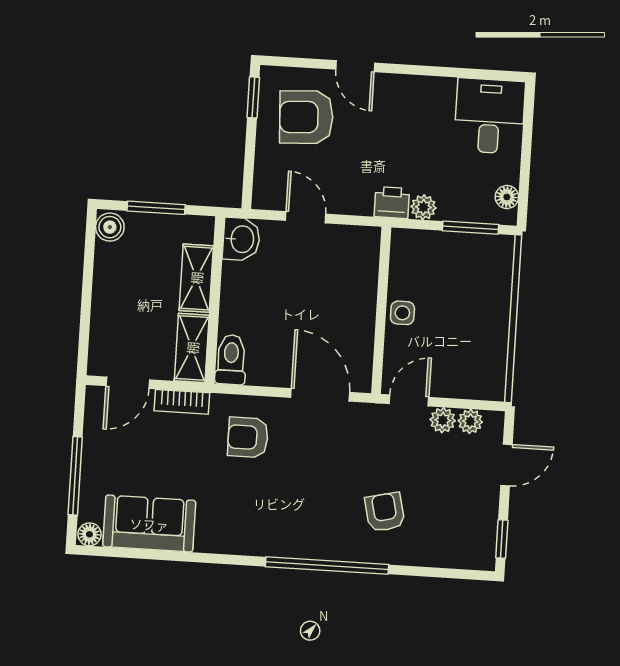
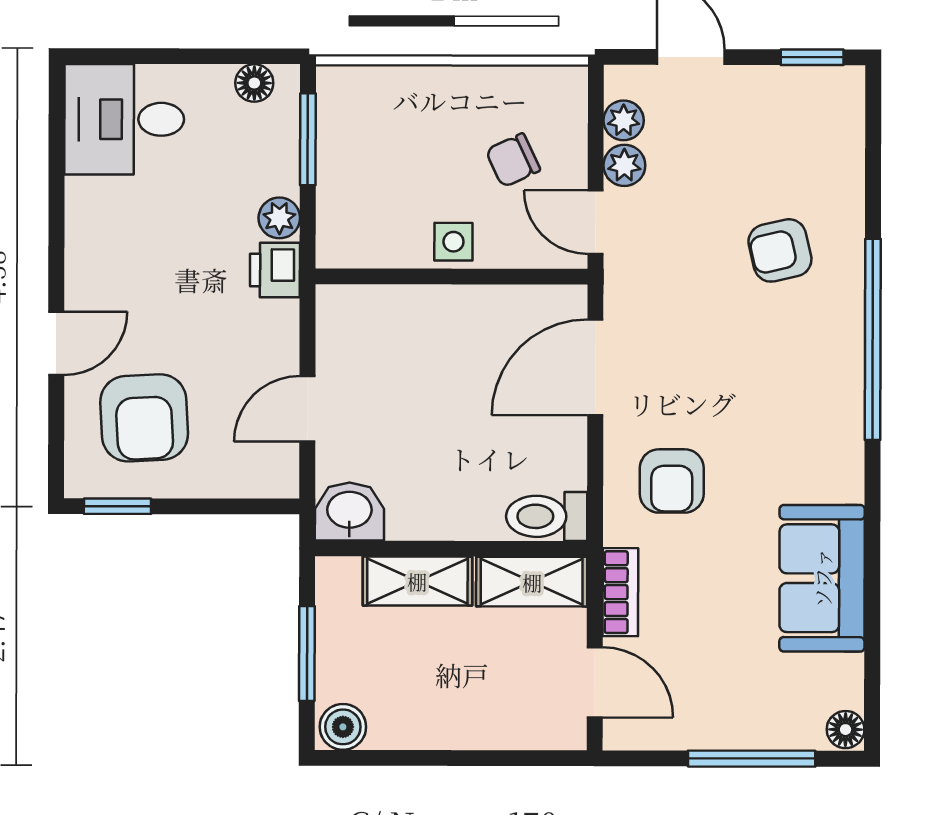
chair: (450, 352) -> (513, 160), added
sofa: (149, 524) -> (822, 578), moved

